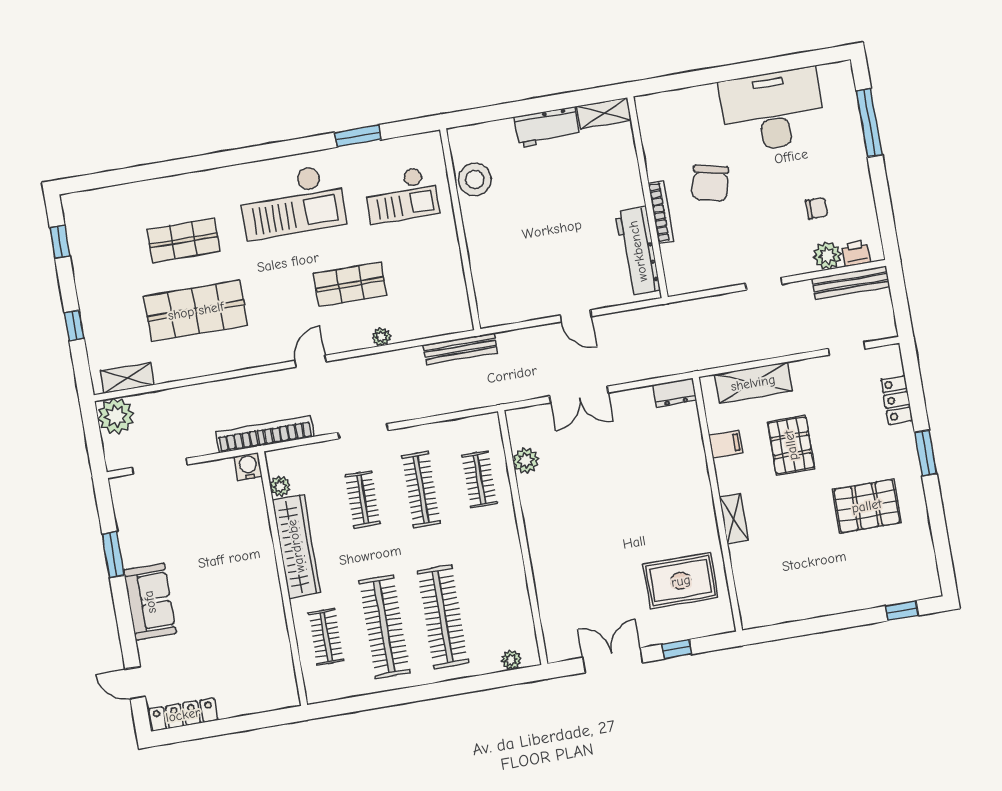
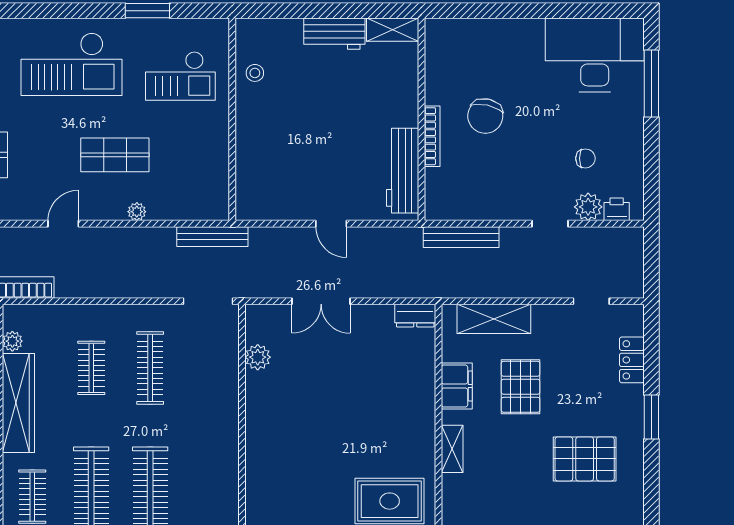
desk: (772, 110) -> (595, 55), moved
stool: (475, 180) -> (255, 73), width x0.53, depth x0.53
bench: (851, 283) -> (461, 237), moved
doorway: (764, 284) -> (550, 224), moved
doorway: (363, 431) -> (208, 301), moved
filing cabinet: (726, 444) -> (457, 386), width x2.00
clothes rail: (479, 479) -> (209, 368), removed

